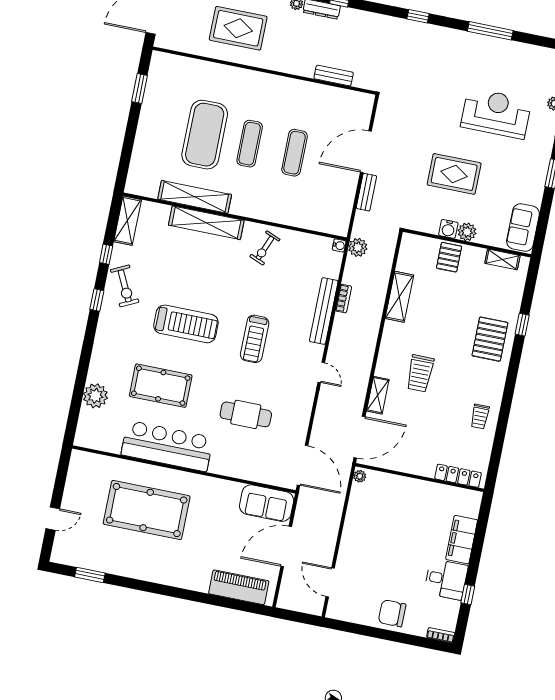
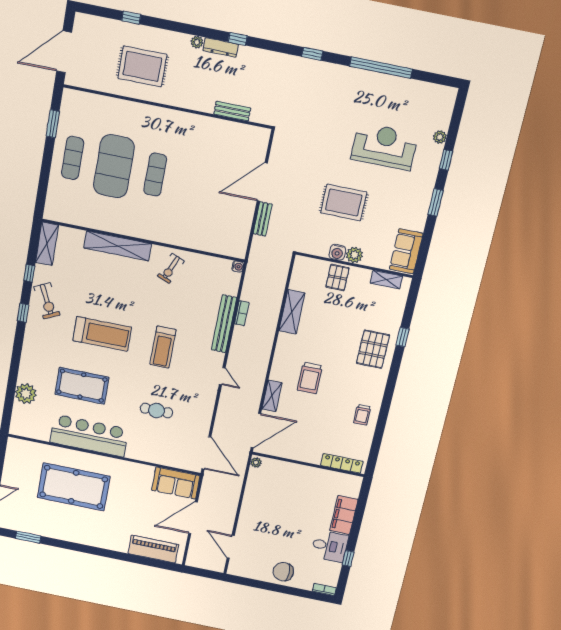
window: (490, 31) -> (381, 68), width x1.46
exercise mat: (295, 153) -> (73, 158), moved
shelving: (195, 197) -> (106, 223), removed
plant: (358, 247) -> (255, 268), removed
cafe table: (246, 414) -> (156, 411), width x0.73, depth x0.74

